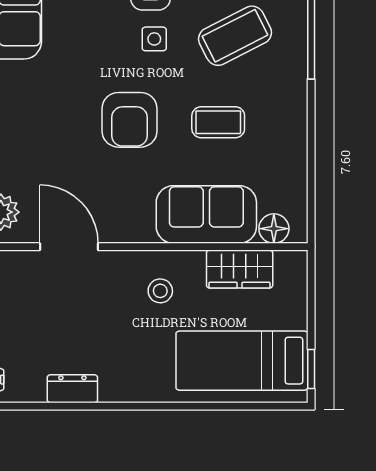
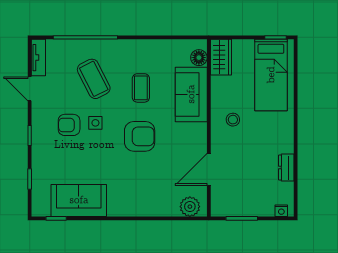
wardrobe: (240, 269) -> (221, 57), moved

